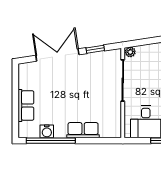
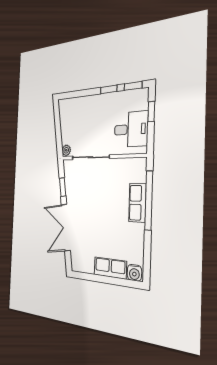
water cooler: (47, 131) -> (134, 273), moved, turned 90
window: (51, 141) -> (149, 200), moved

